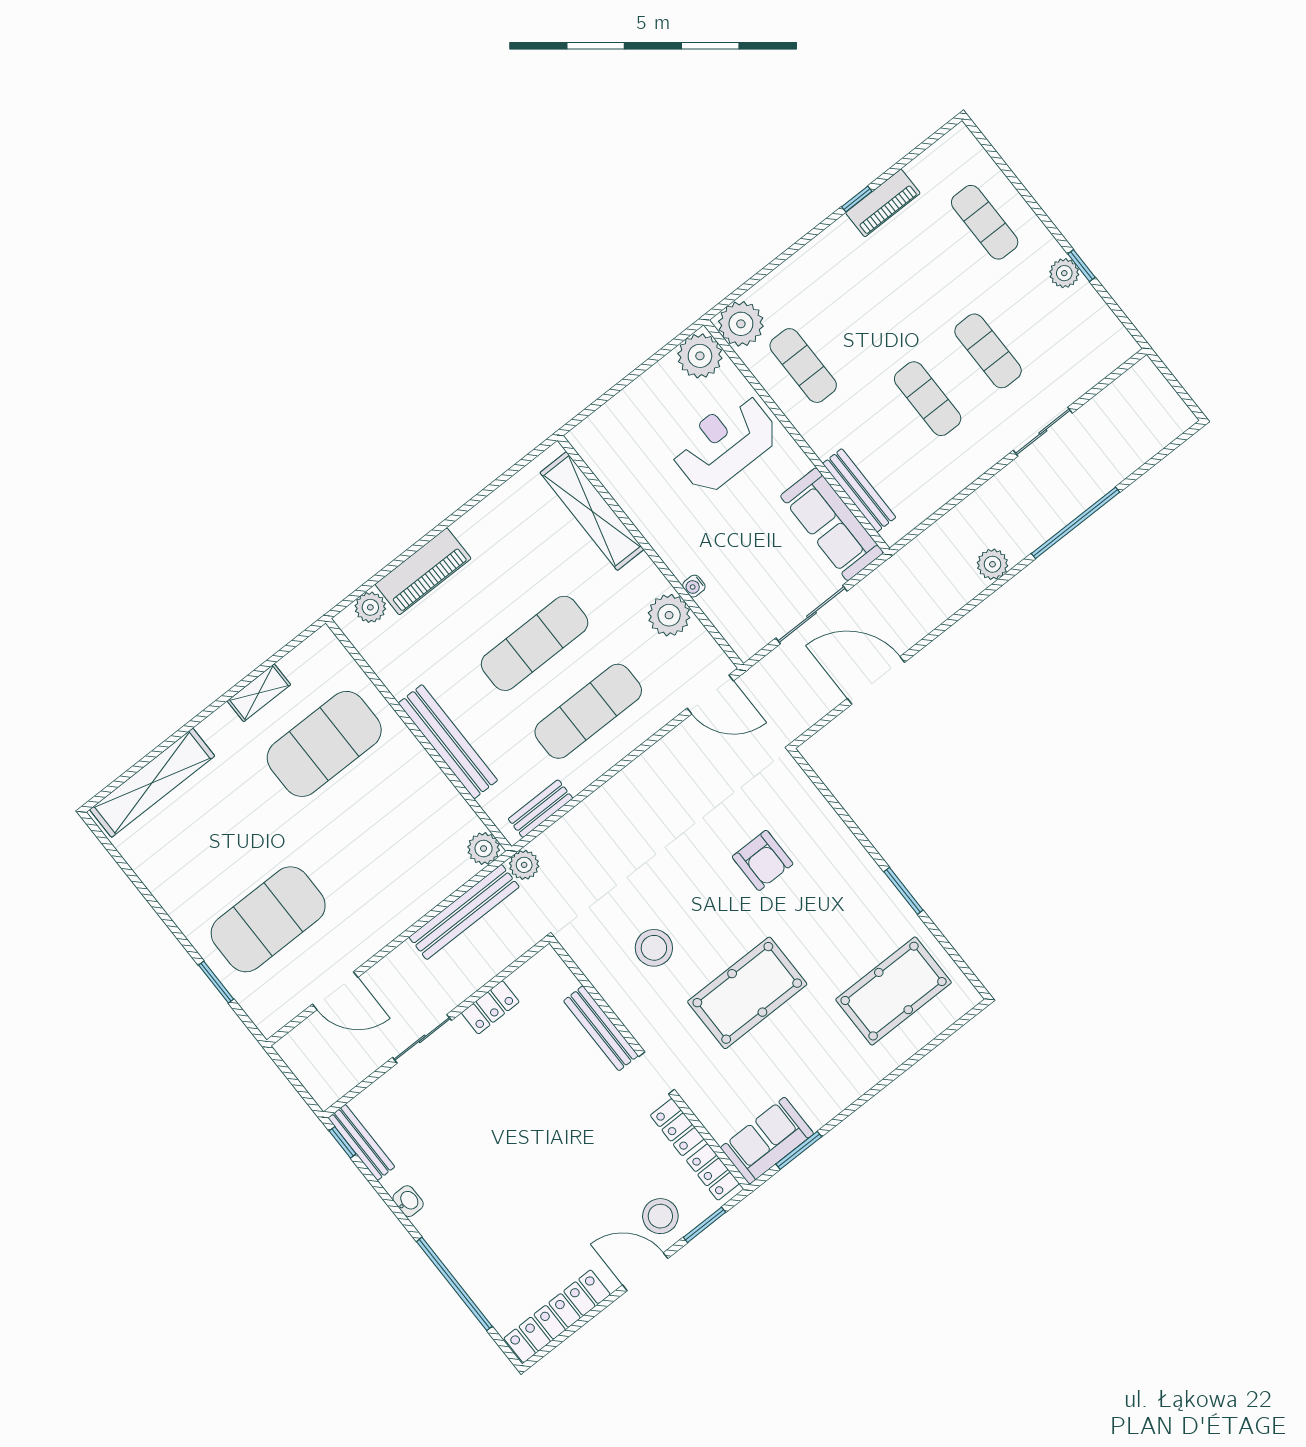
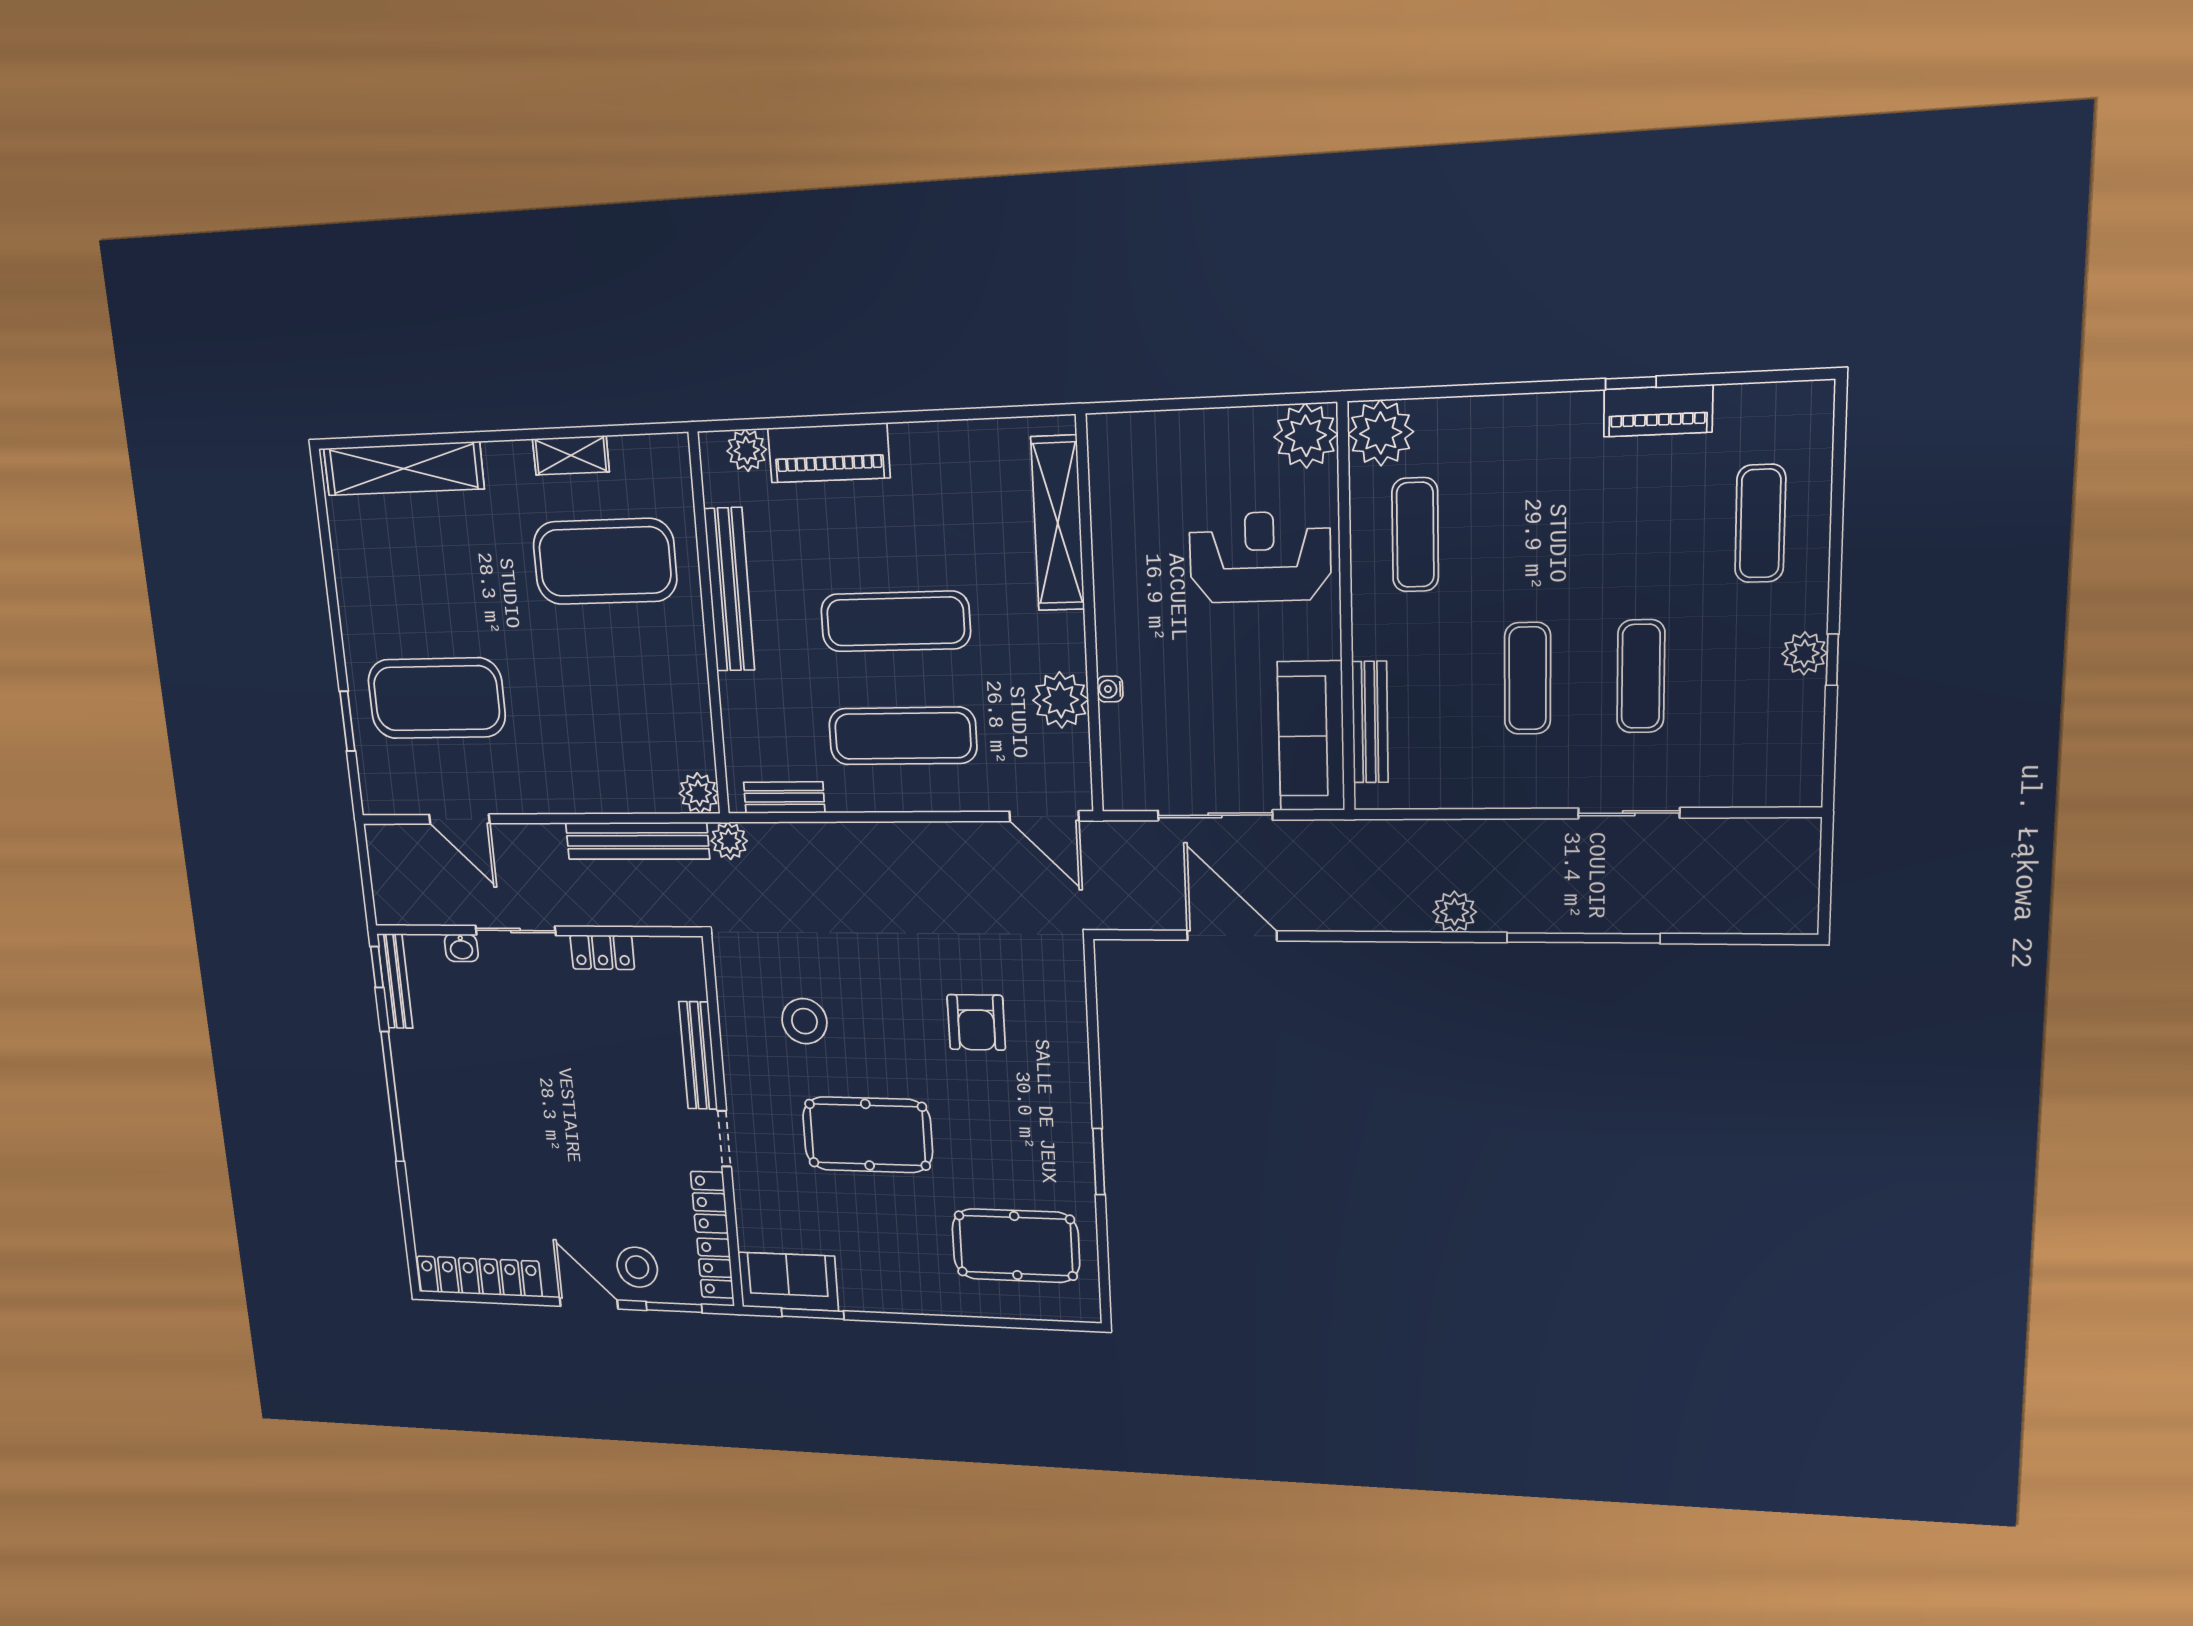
bench: (448, 742) -> (729, 590), moved
washbasin: (408, 1201) -> (461, 948), moved, turned 90
window: (454, 1284) -> (392, 1097), moved

